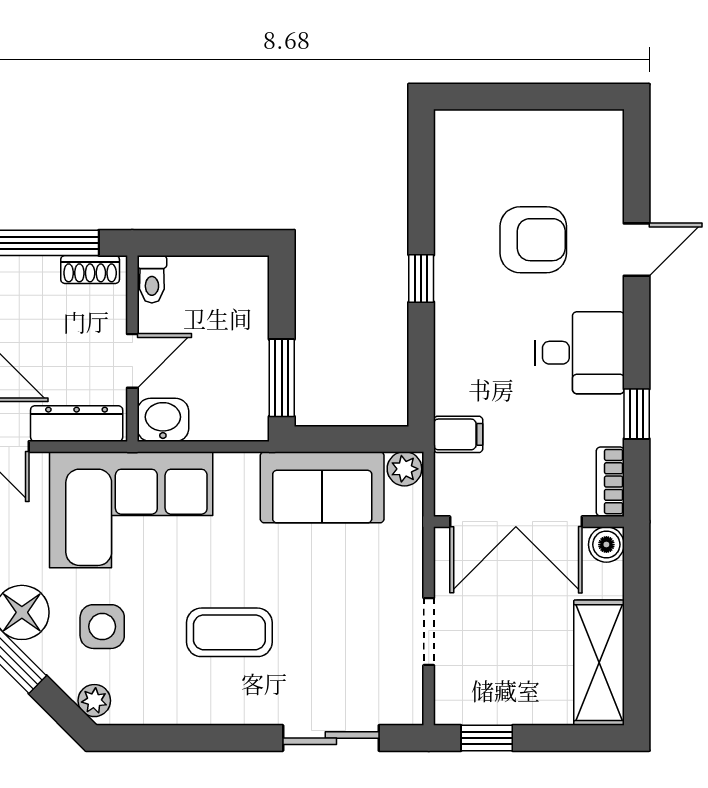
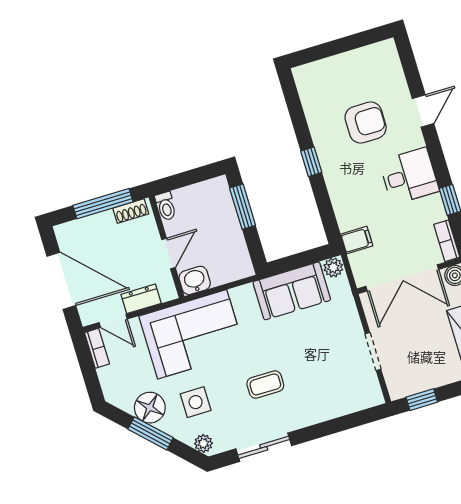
window: (282, 378) -> (243, 207), moved
dresser: (77, 424) -> (141, 299), width x0.70
coffee table: (229, 632) -> (265, 384), width x0.73, depth x0.77
sliding door: (331, 738) -> (264, 447), moved

